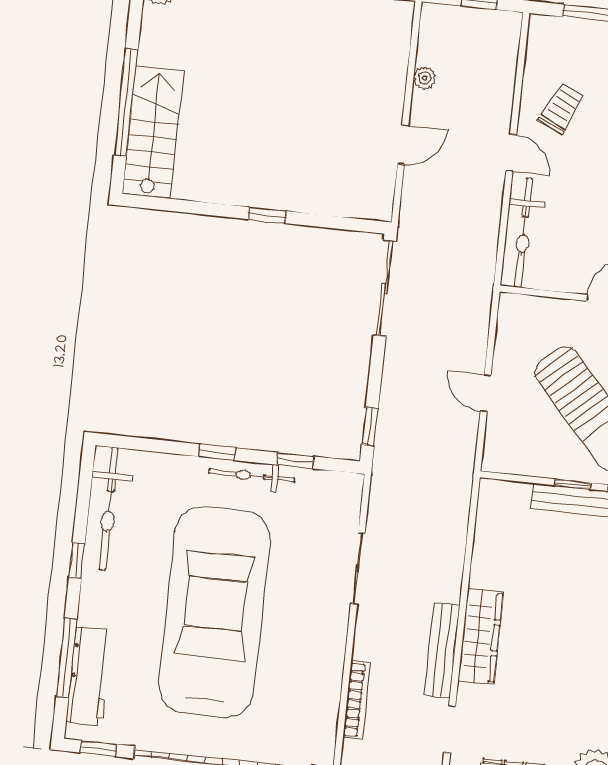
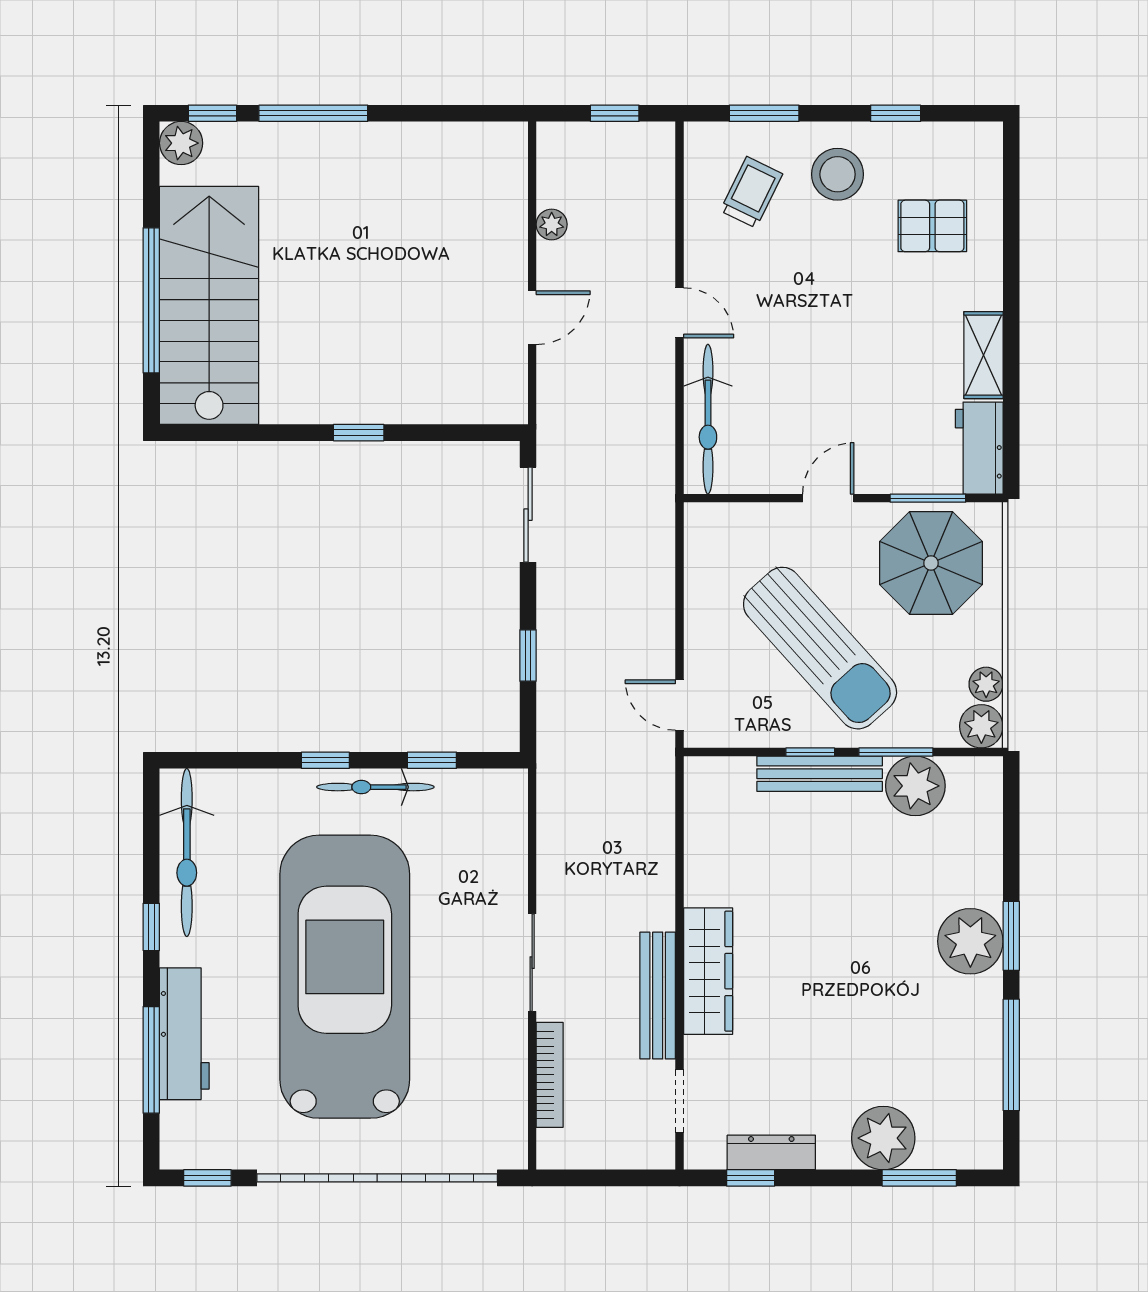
trolley: (562, 108) -> (751, 192), moved
stairs: (153, 132) -> (209, 305), width x1.36, depth x1.51
sliding door: (385, 288) -> (528, 515), width x0.73
door: (486, 393) -> (680, 705), moved
window: (370, 426) -> (528, 656), moved
sliding door: (358, 568) -> (532, 963), moved
workbench: (89, 676) -> (184, 1034), moved

